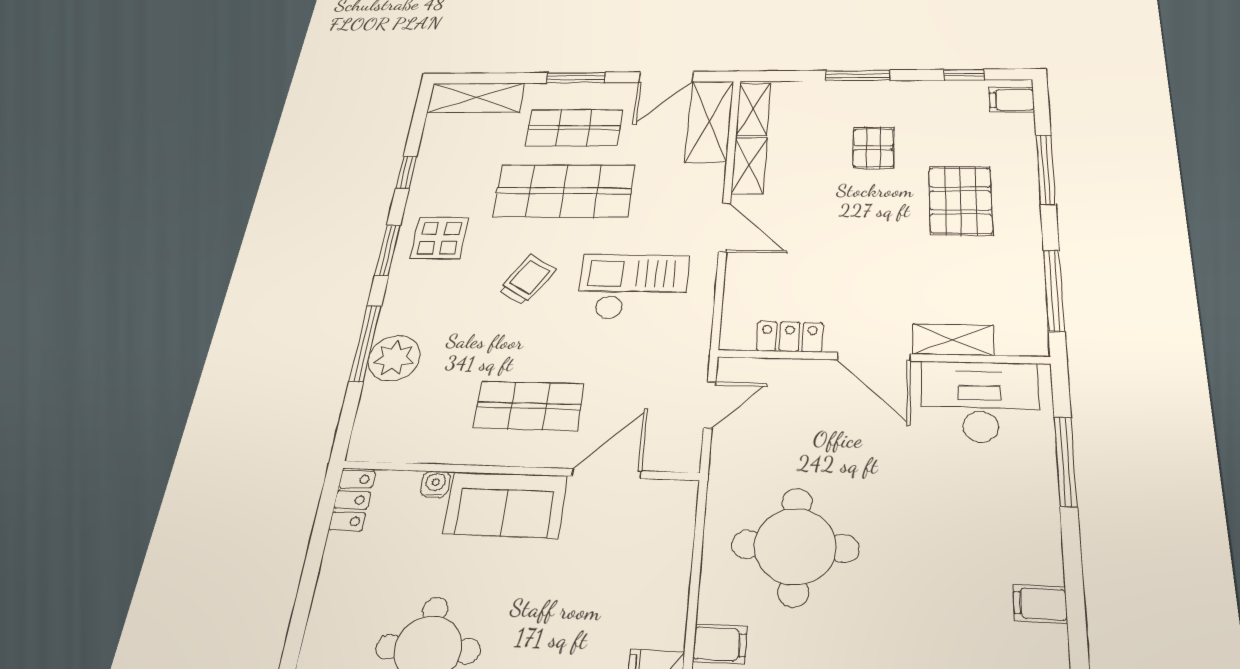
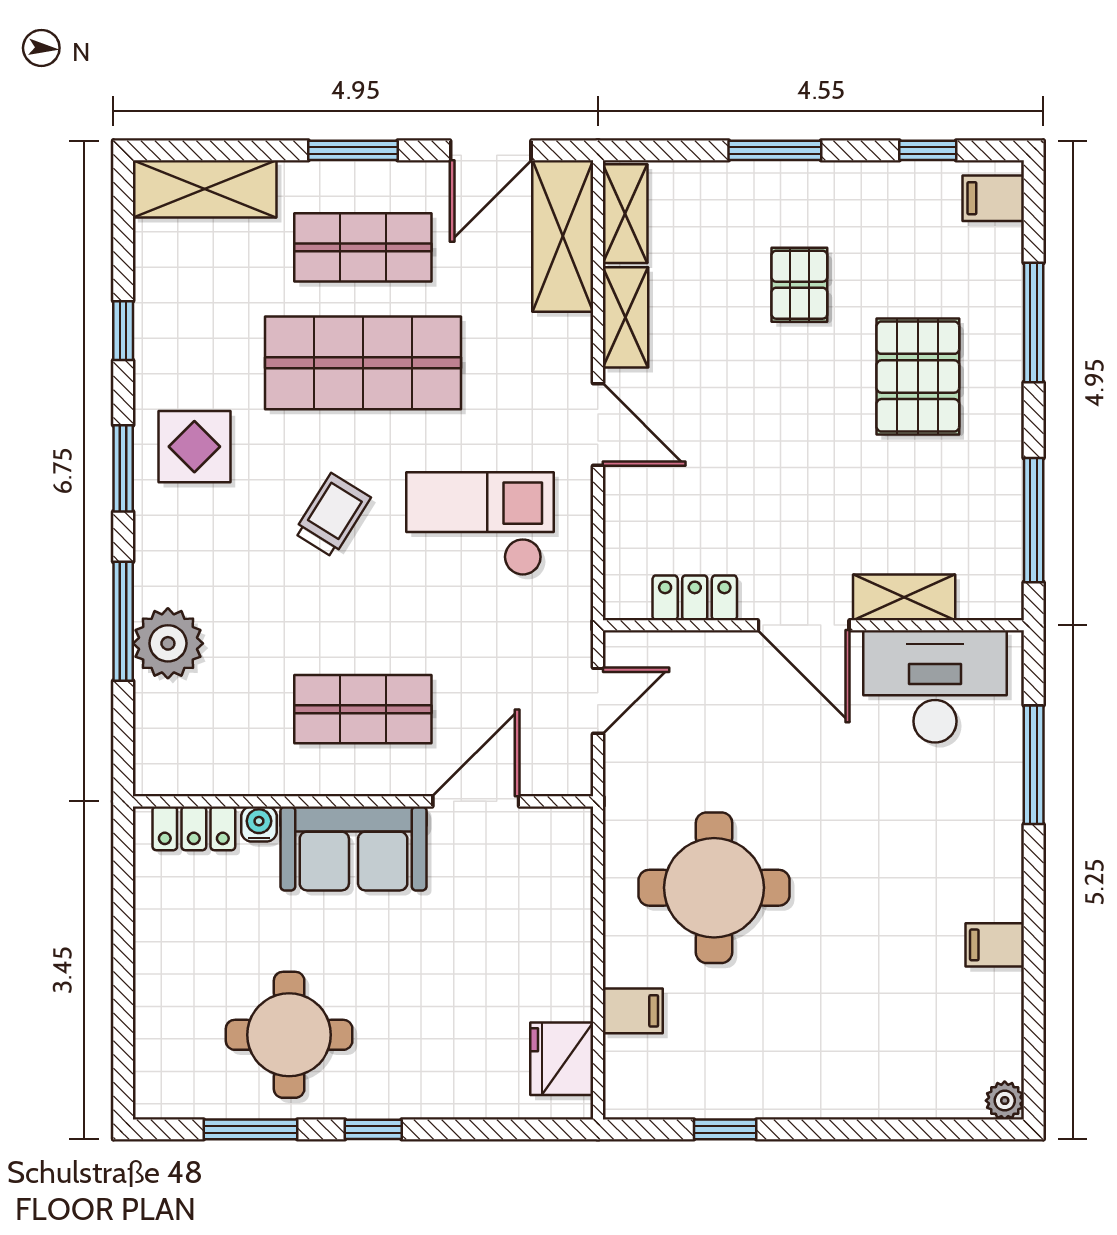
locker: (352, 500) -> (194, 828), moved, turned 90

